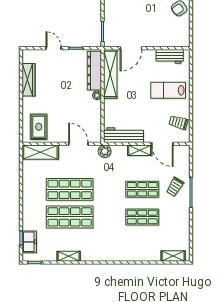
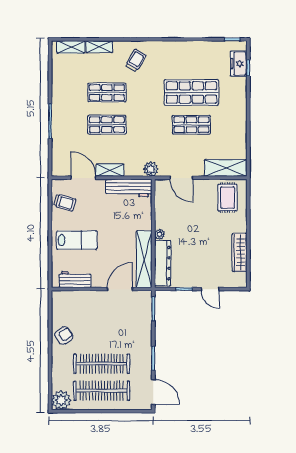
trolley: (175, 187) -> (136, 60), moved
shop shelf: (70, 189) -> (191, 125), width x0.70, depth x0.74
shelving: (69, 256) -> (99, 47), moved

